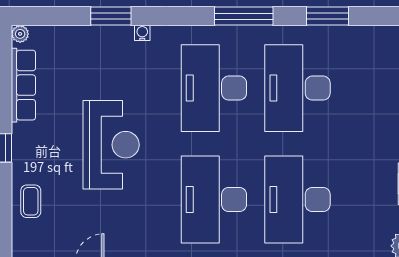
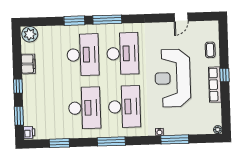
window: (111, 16) -> (175, 139), width x1.44
window: (327, 16) -> (59, 143), moved
row of seats: (23, 85) -> (215, 85), moved
reception desk: (111, 145) -> (173, 78), width x1.36, depth x1.30

